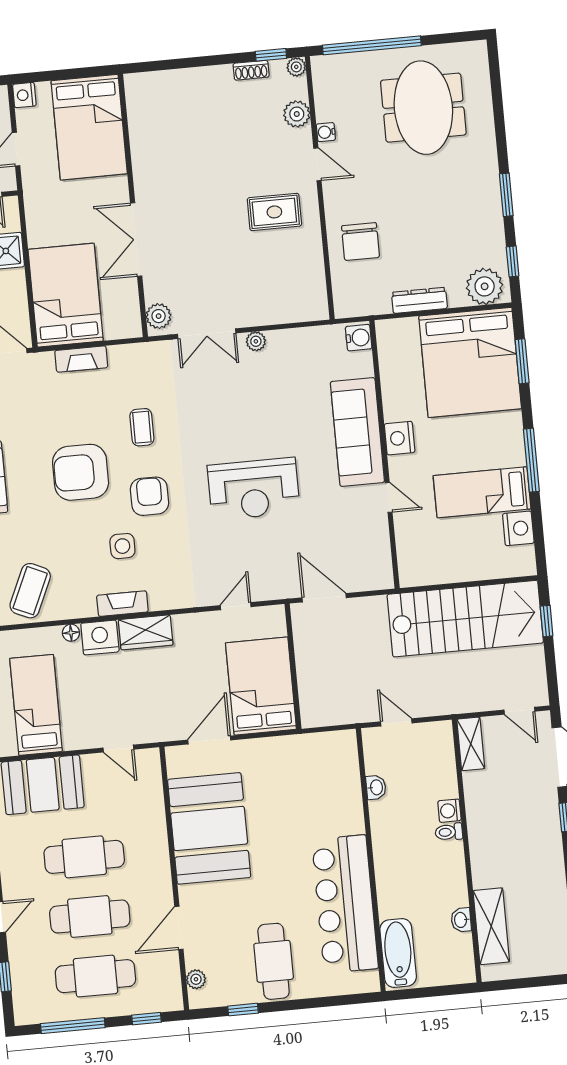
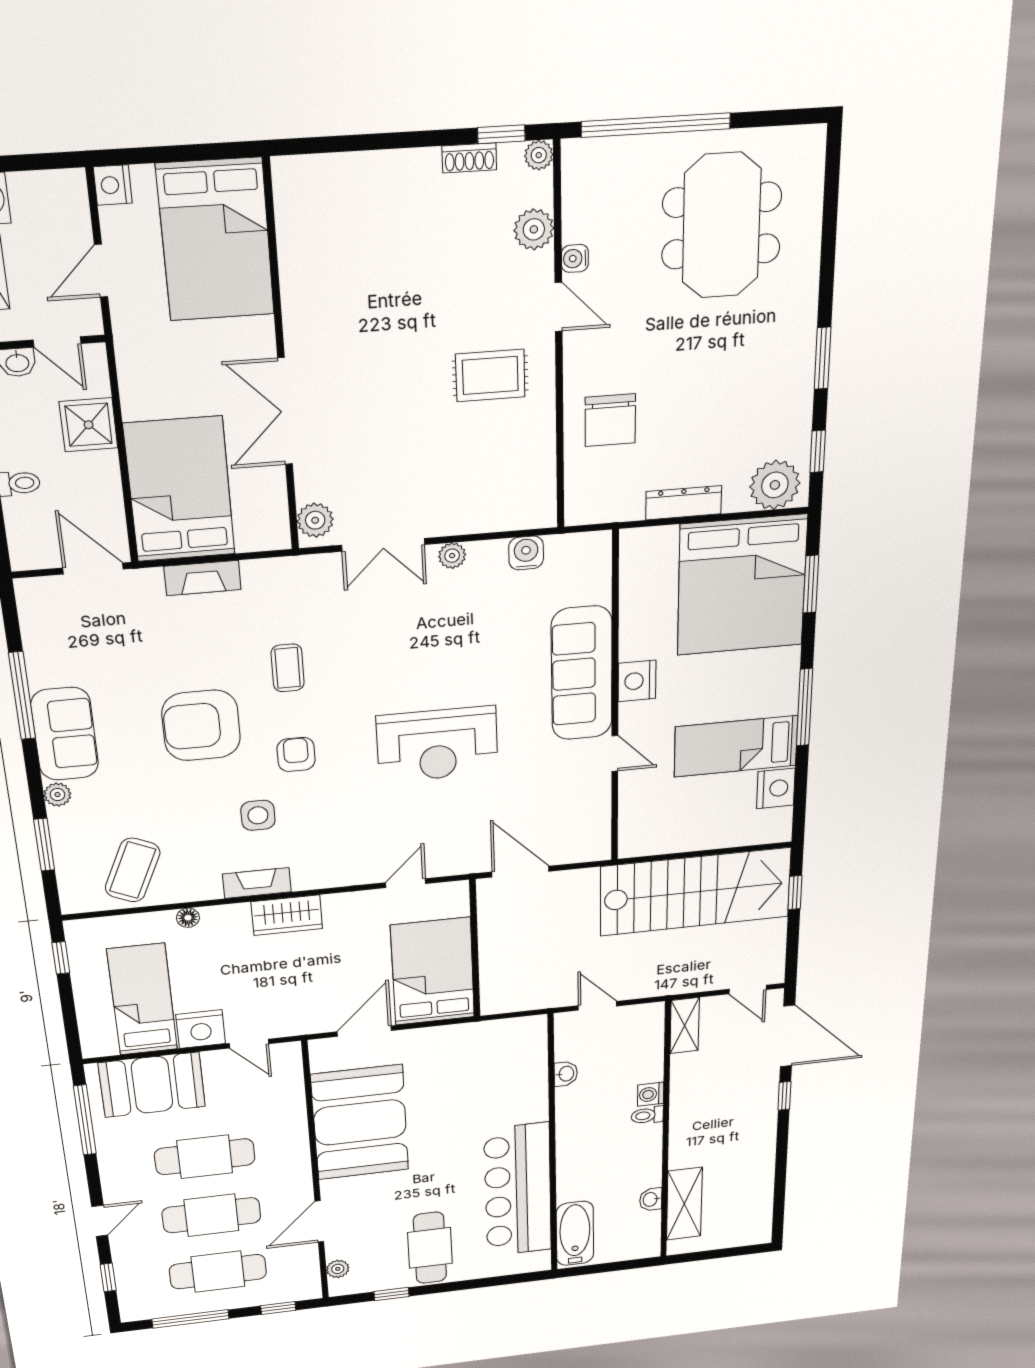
water cooler: (359, 338) -> (526, 553), moved, turned -90
armchair: (149, 496) -> (296, 754), width x0.72, depth x0.72
nightstand: (100, 638) -> (201, 1029), moved, turned 180

